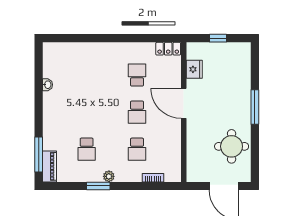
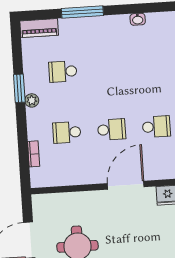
school desk: (137, 112) -> (112, 130), turned 180
window: (39, 155) -> (82, 12), moved

